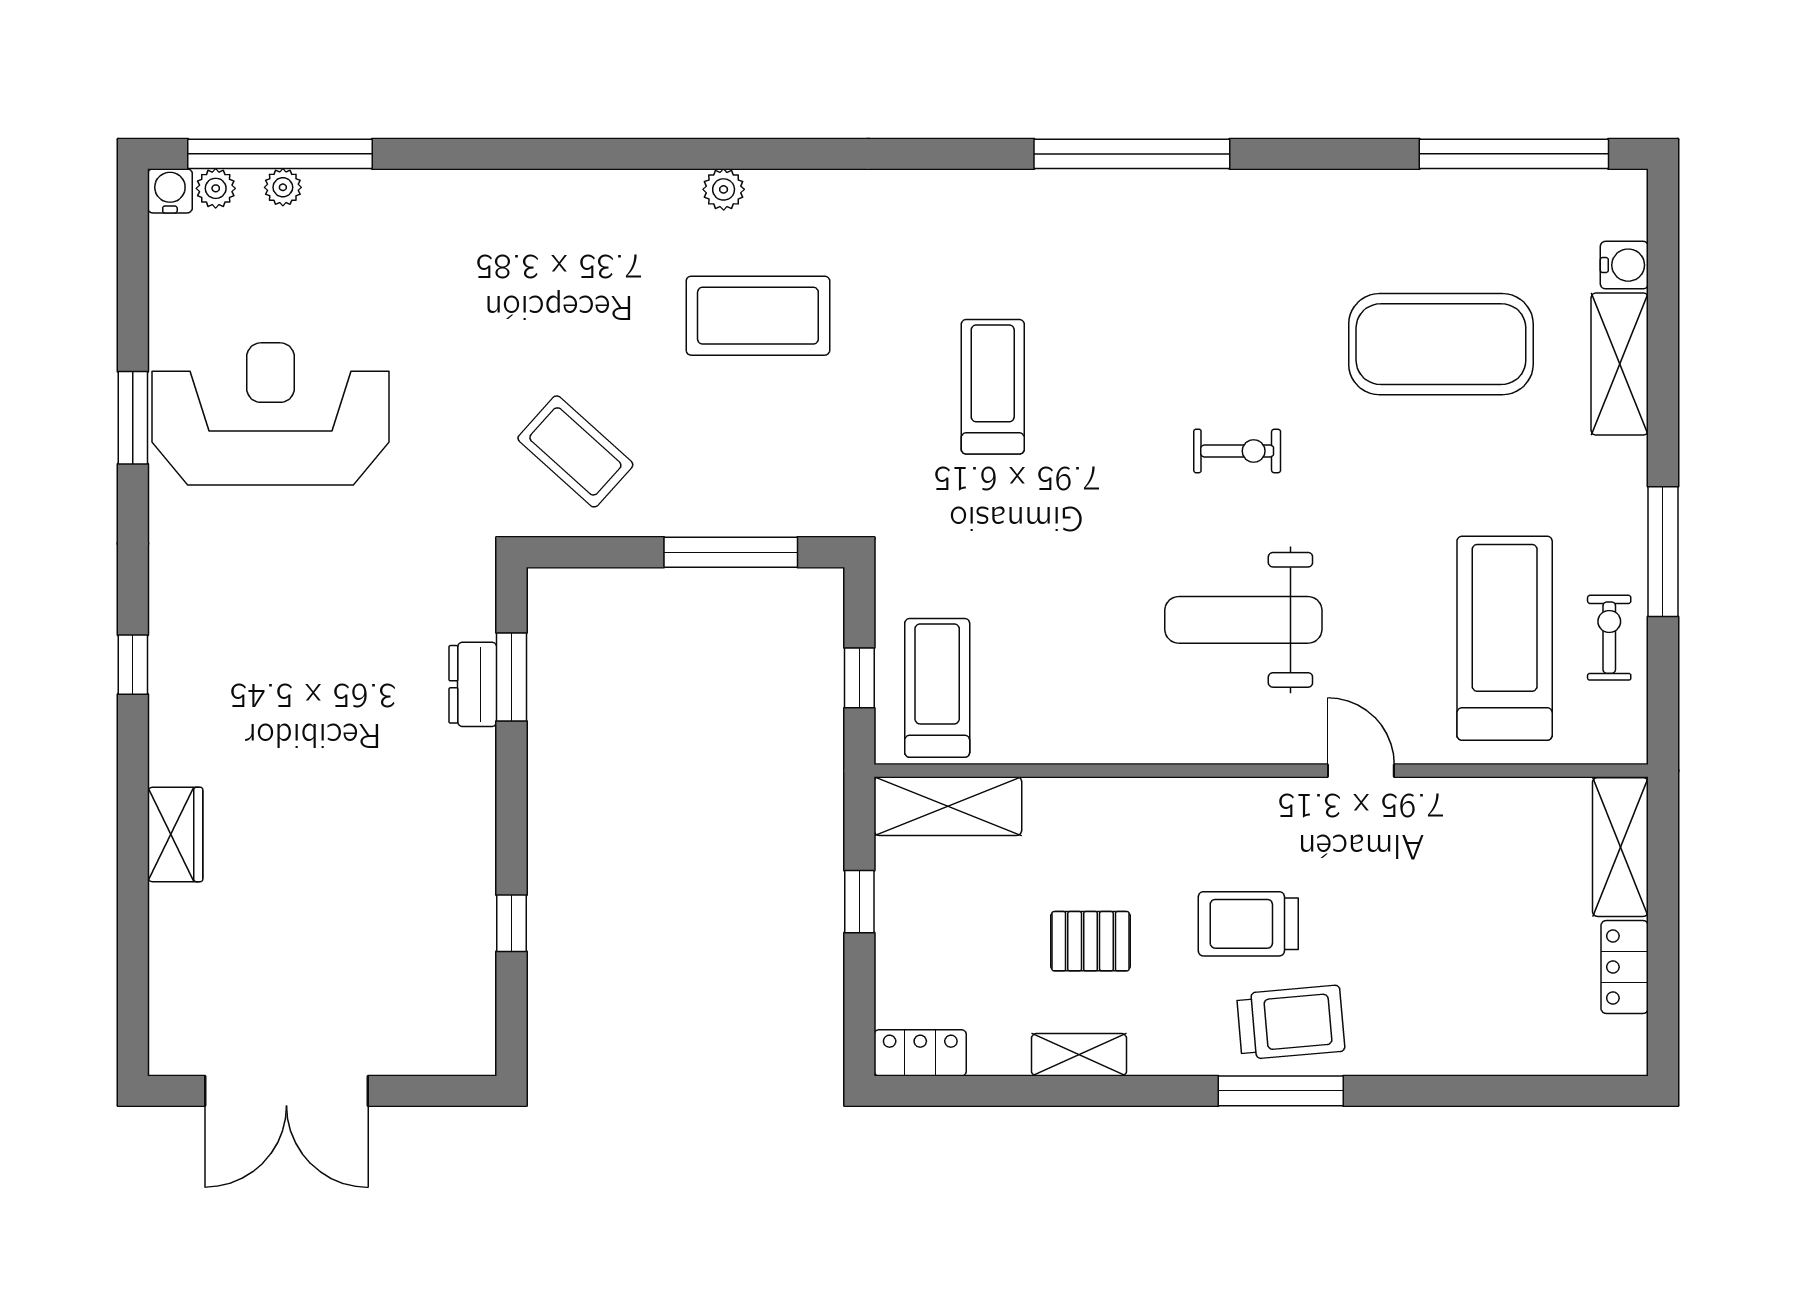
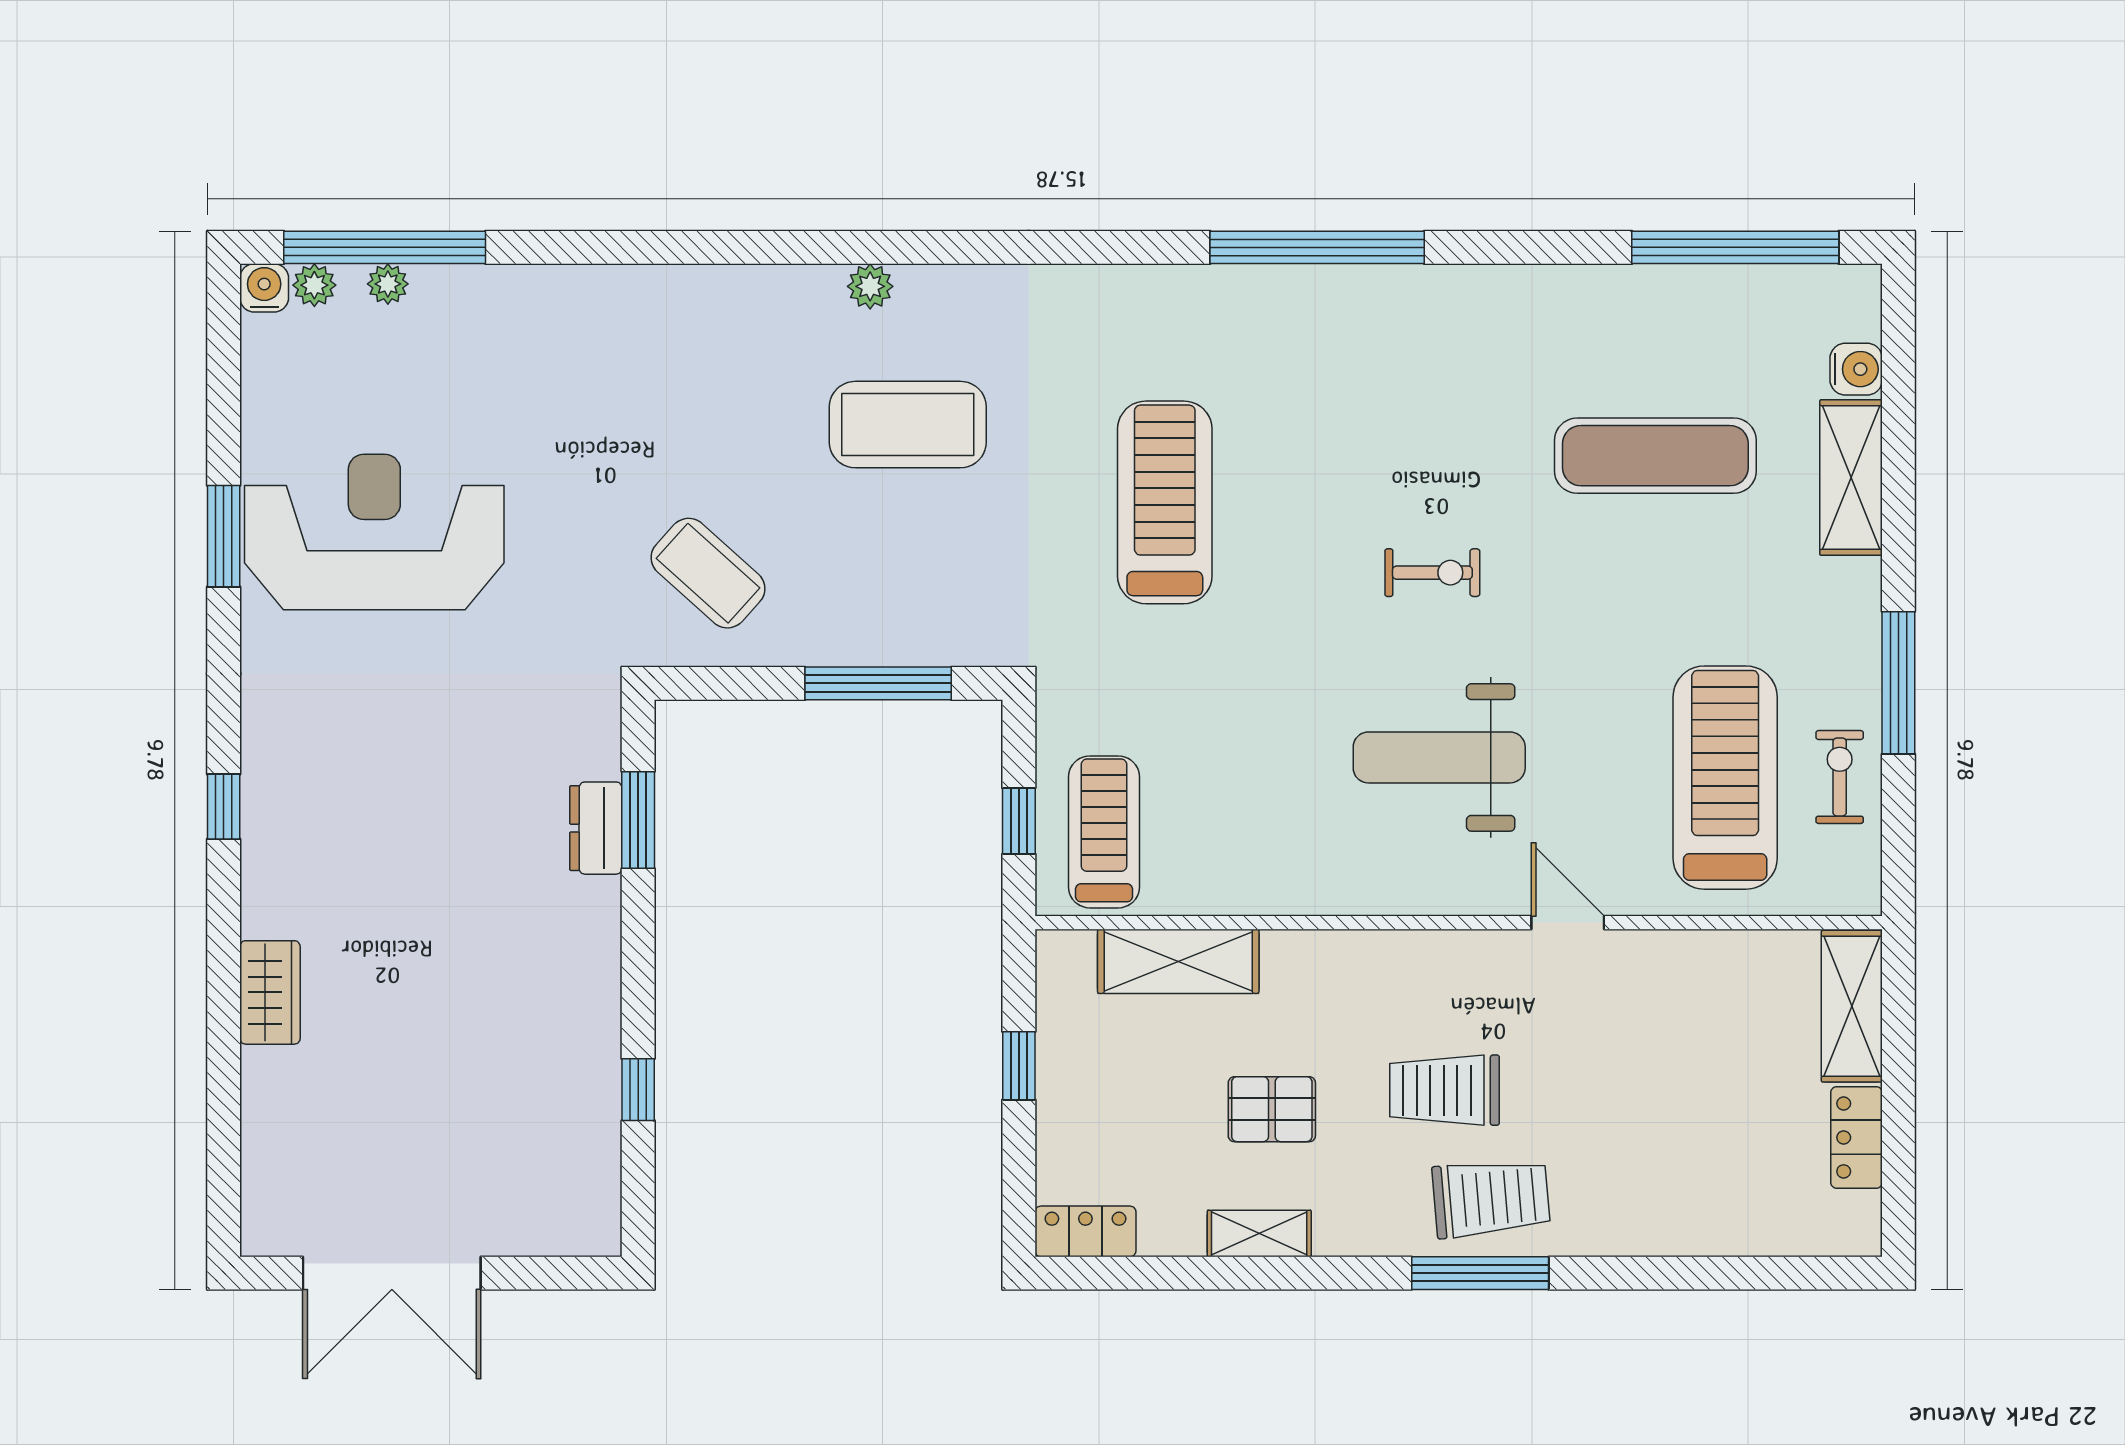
exercise mat: (1441, 344) -> (1655, 456), width x0.68
treadmill: (993, 387) -> (1165, 502), width x1.37, depth x1.38
shelving: (948, 806) -> (1178, 961), moved

